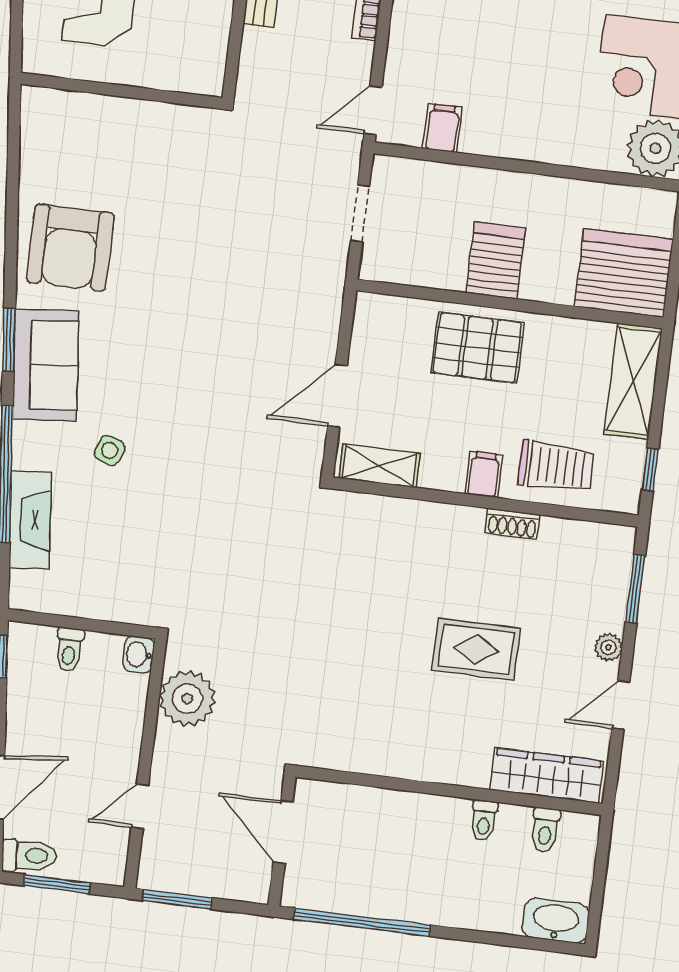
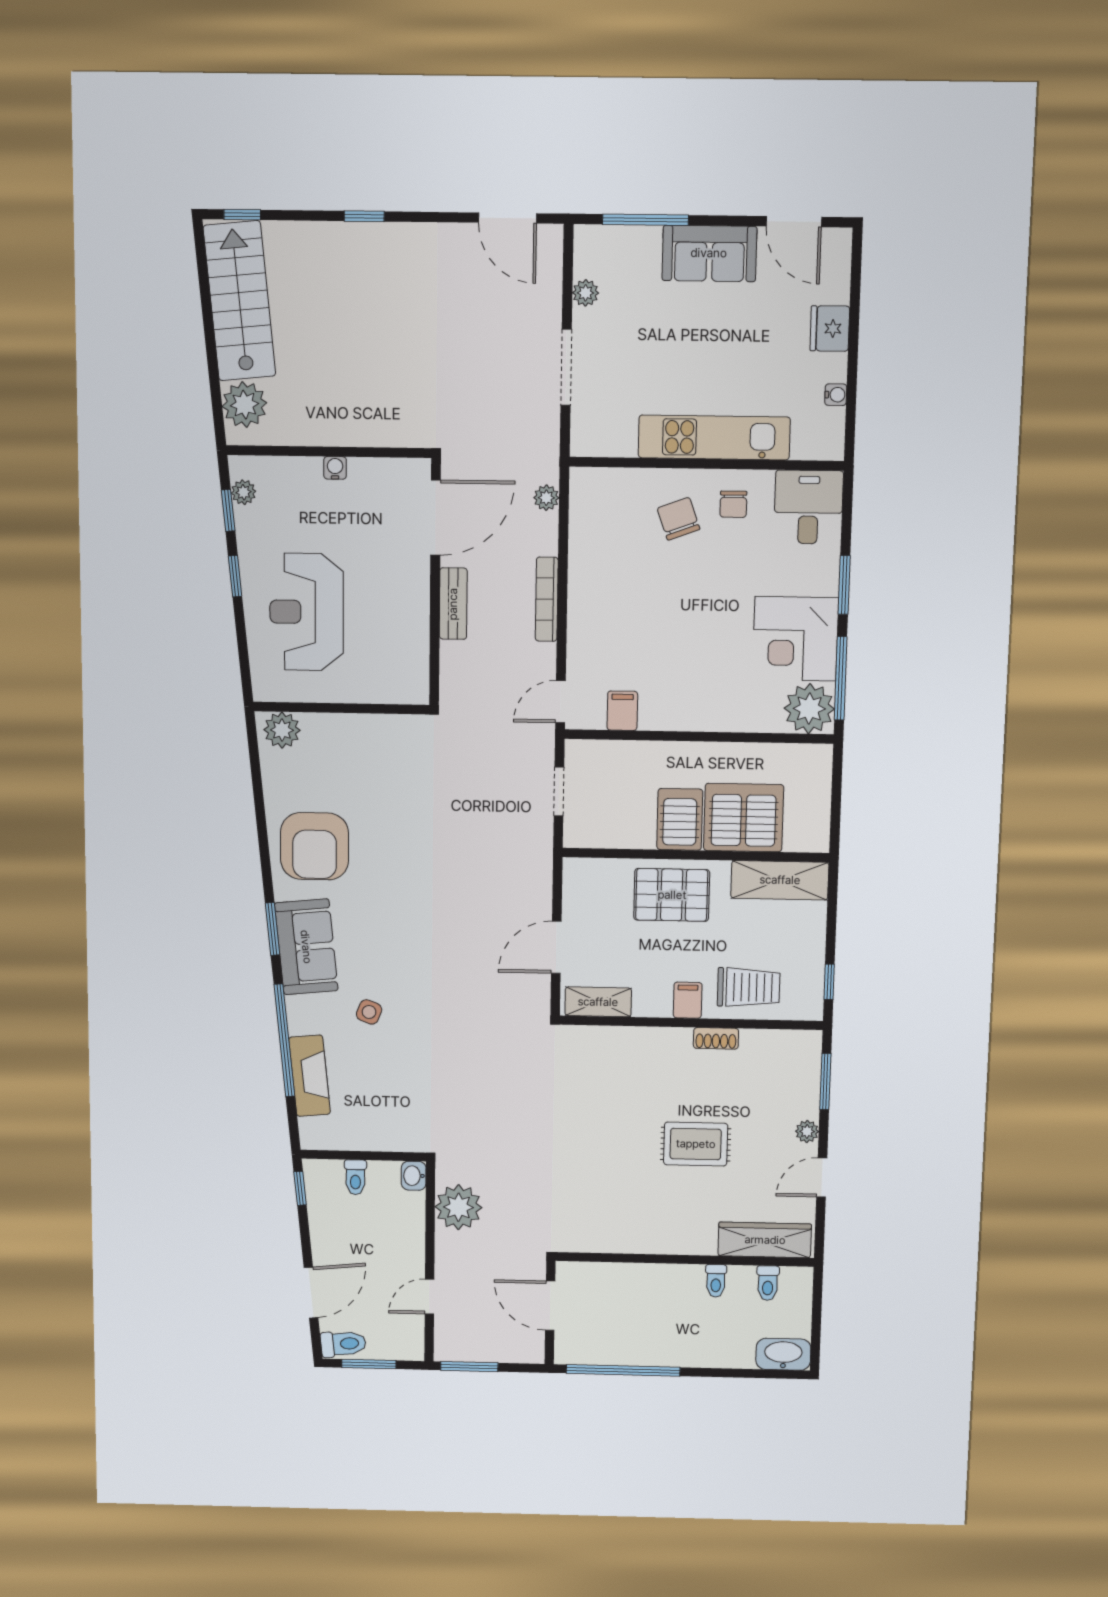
plant: (50, 109) -> (282, 730), added
server rack: (624, 273) -> (744, 818), moved
shelving: (633, 381) -> (780, 880), moved, turned 90

